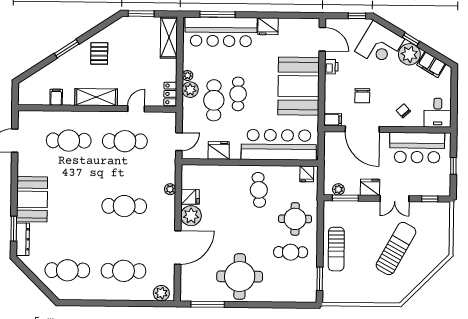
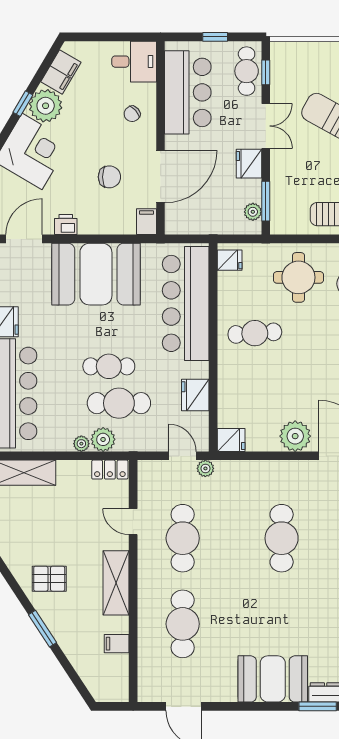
cafe table: (431, 186) -> (247, 71), added
plant: (170, 189) -> (205, 468), moved
fridge: (190, 197) -> (231, 440), moved, turned 90

